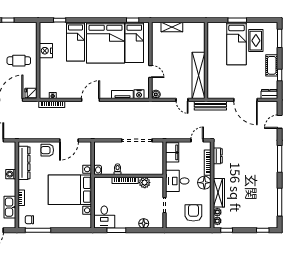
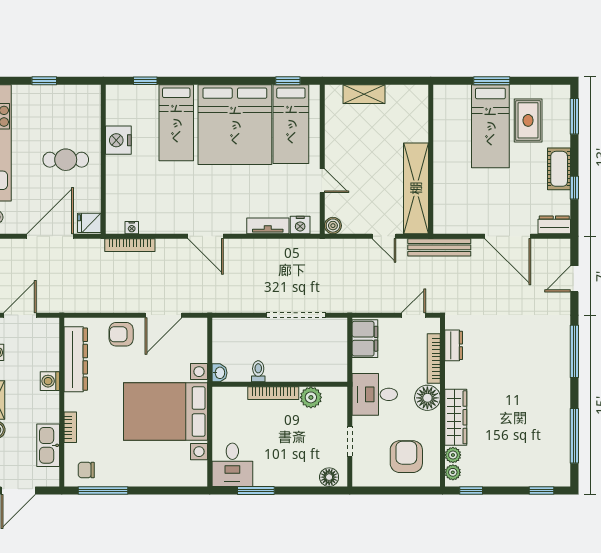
door: (91, 100) -> (206, 236), swing flipped
floor lamp: (144, 223) -> (329, 477), moved

